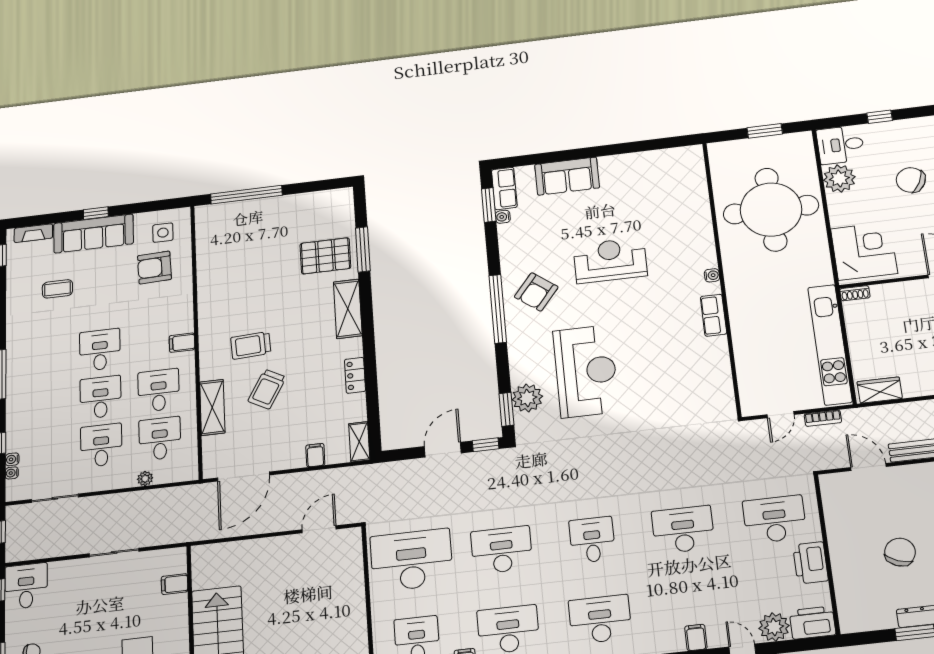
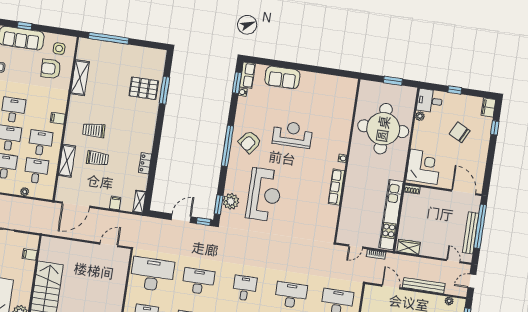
plant: (839, 179) -> (420, 116), width x0.53, depth x0.53
shelving: (348, 309) -> (80, 78), moved
row of seats: (713, 315) -> (336, 187), width x1.48
trolley: (267, 389) -> (98, 158), turned -119

